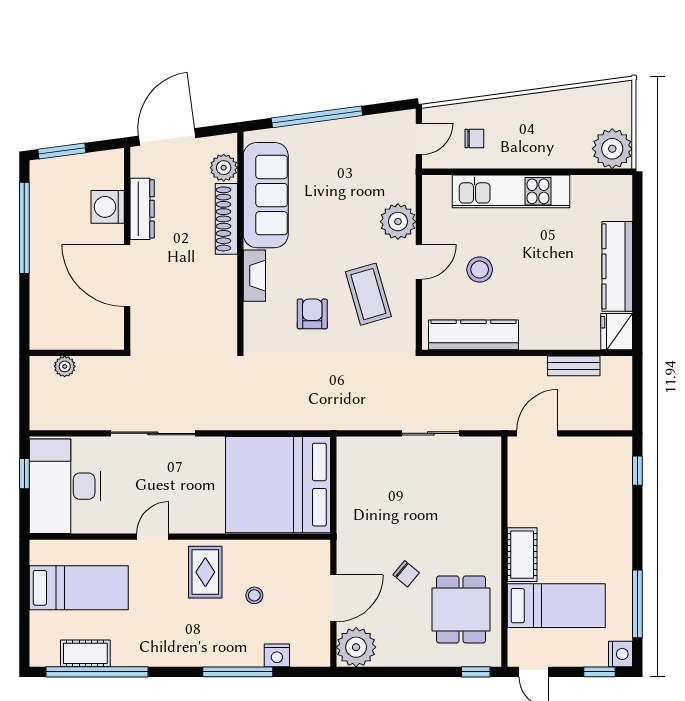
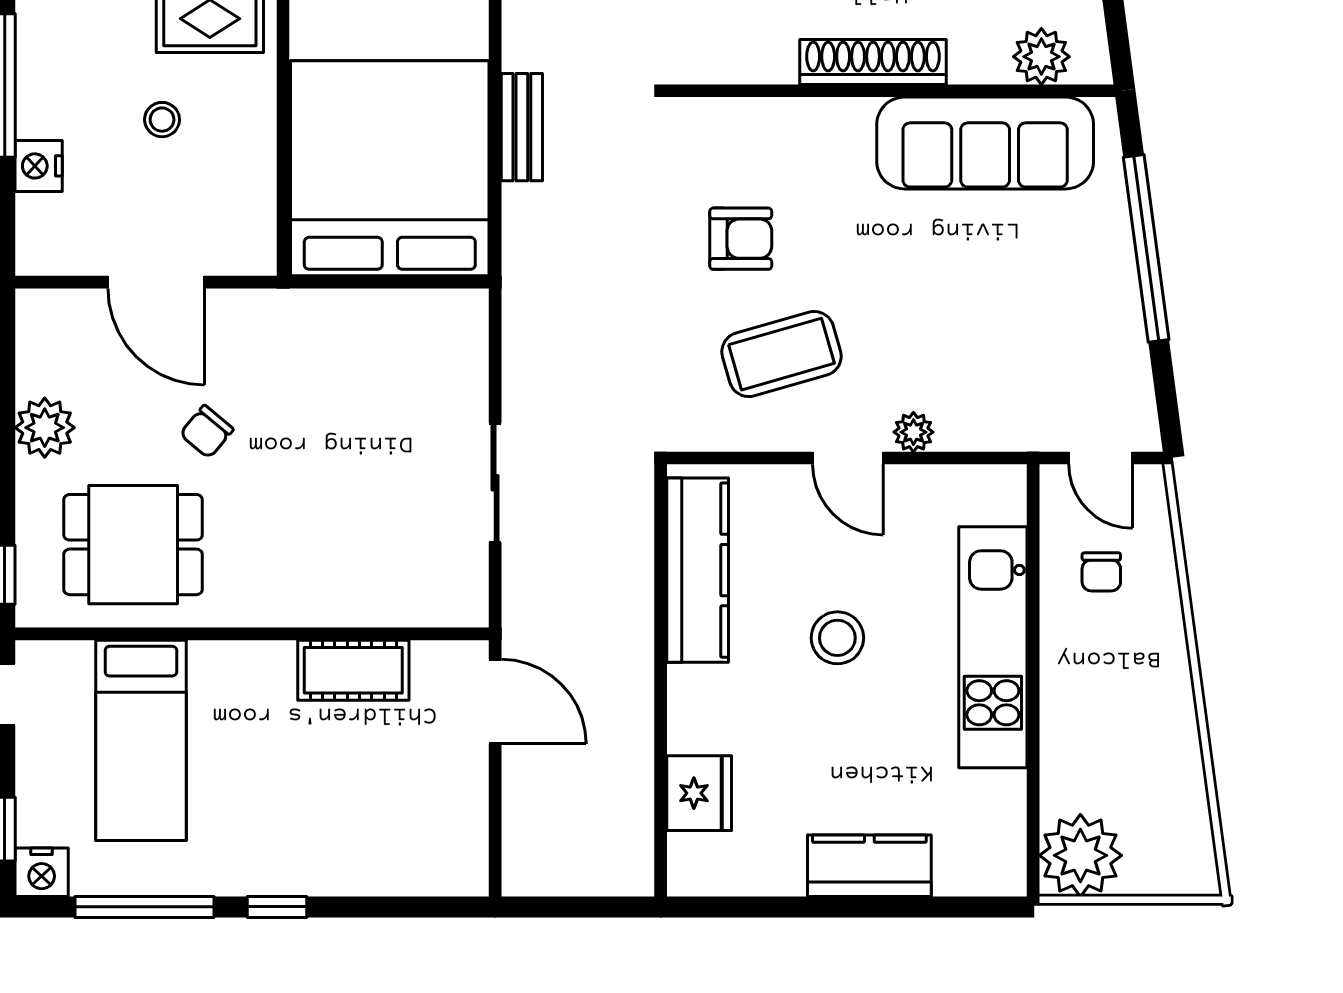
shoe rack: (226, 219) -> (873, 62), moved
plant: (398, 222) -> (913, 432), width x0.53, depth x0.53
kitchen counter: (617, 266) -> (869, 866), width x0.67
stool: (480, 270) -> (837, 638), moved
fireplace: (254, 276) -> (820, 120), removed
fridge: (617, 332) -> (699, 793), moved, turned 90
bench: (574, 366) -> (522, 127), moved
window: (637, 471) -> (277, 907), moved
cot: (522, 555) -> (353, 670), moved
plant: (356, 647) -> (45, 428), moved, width x0.73, depth x0.73

